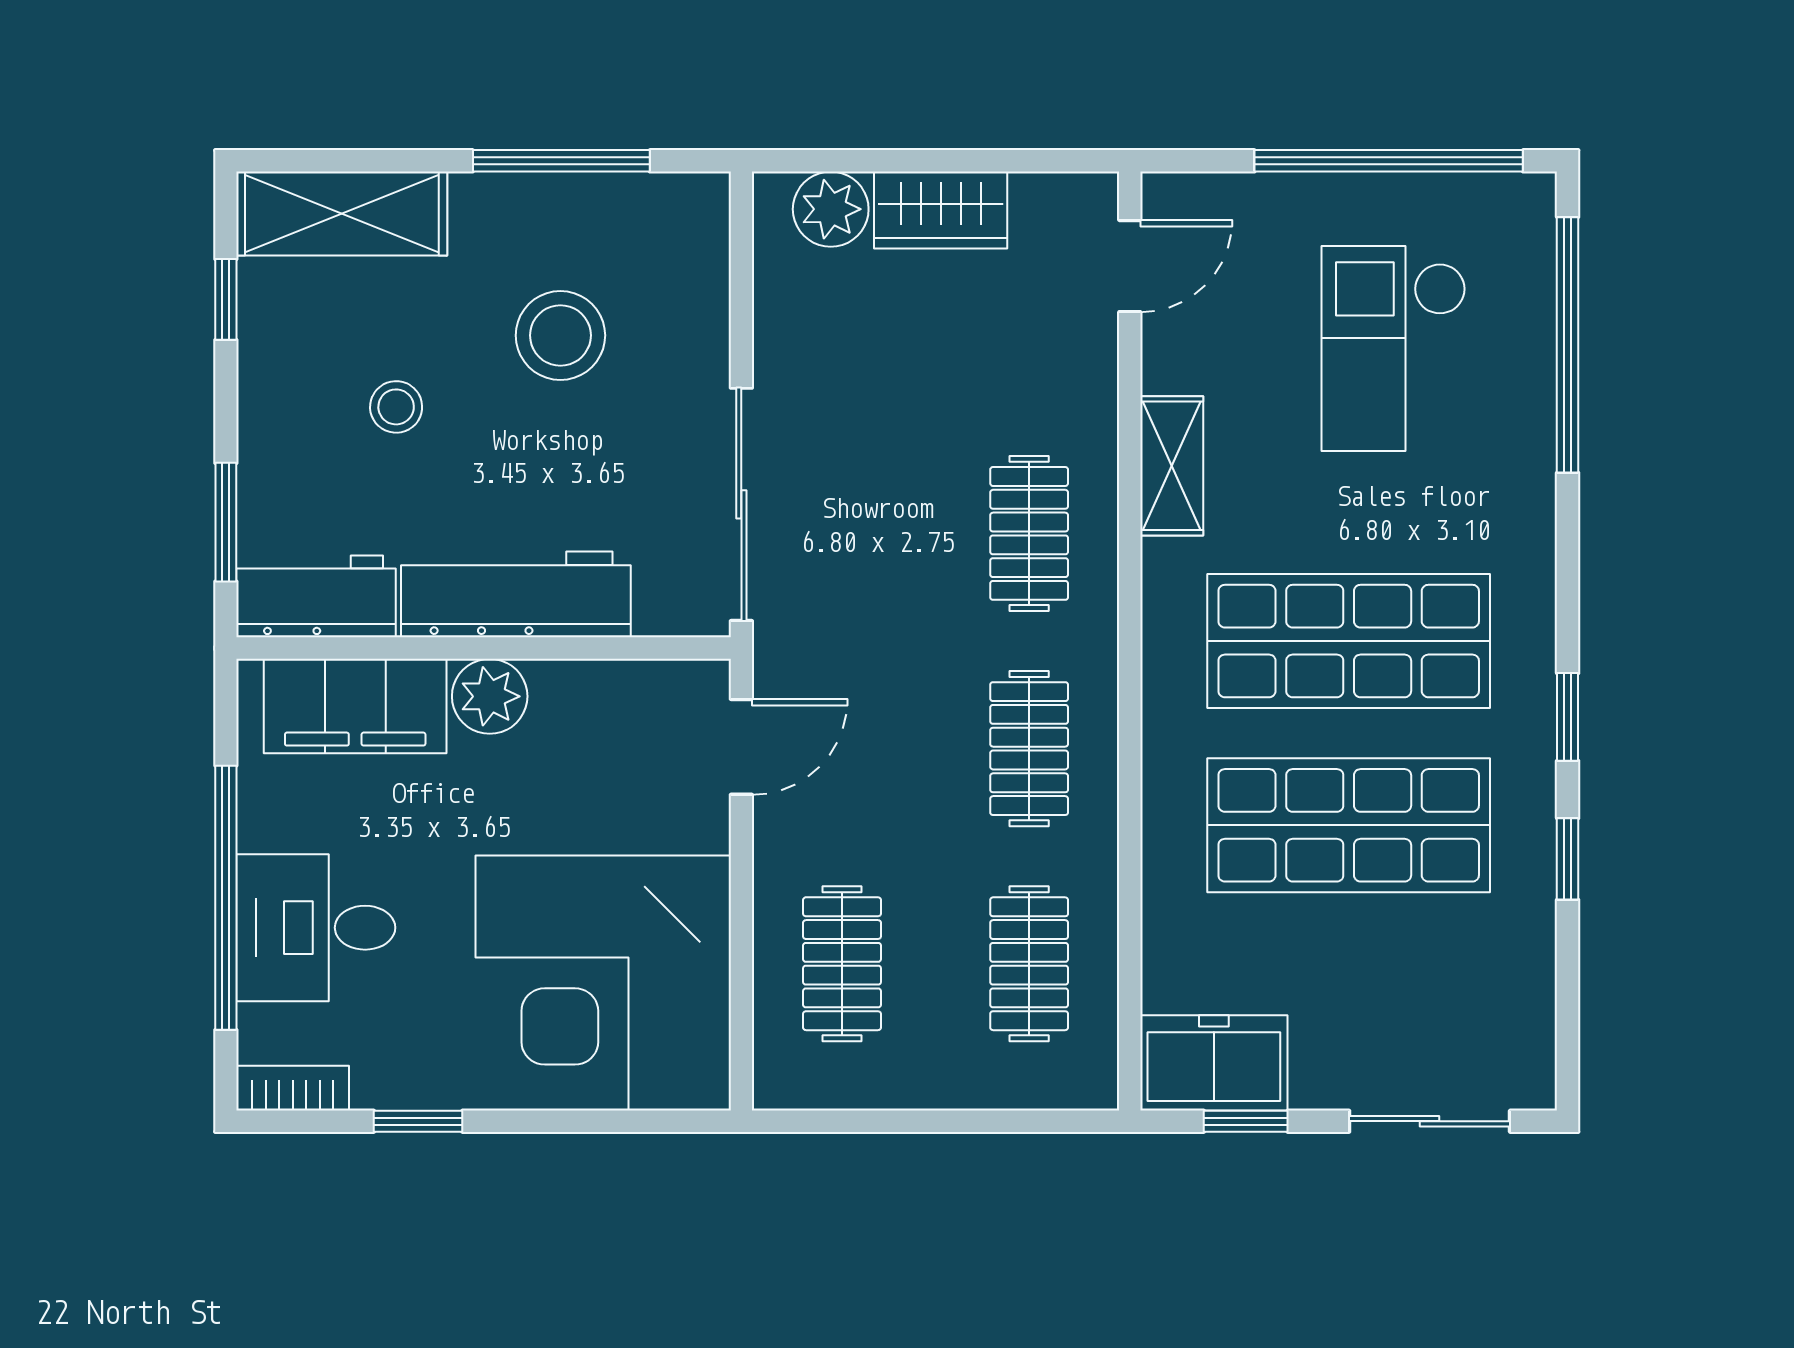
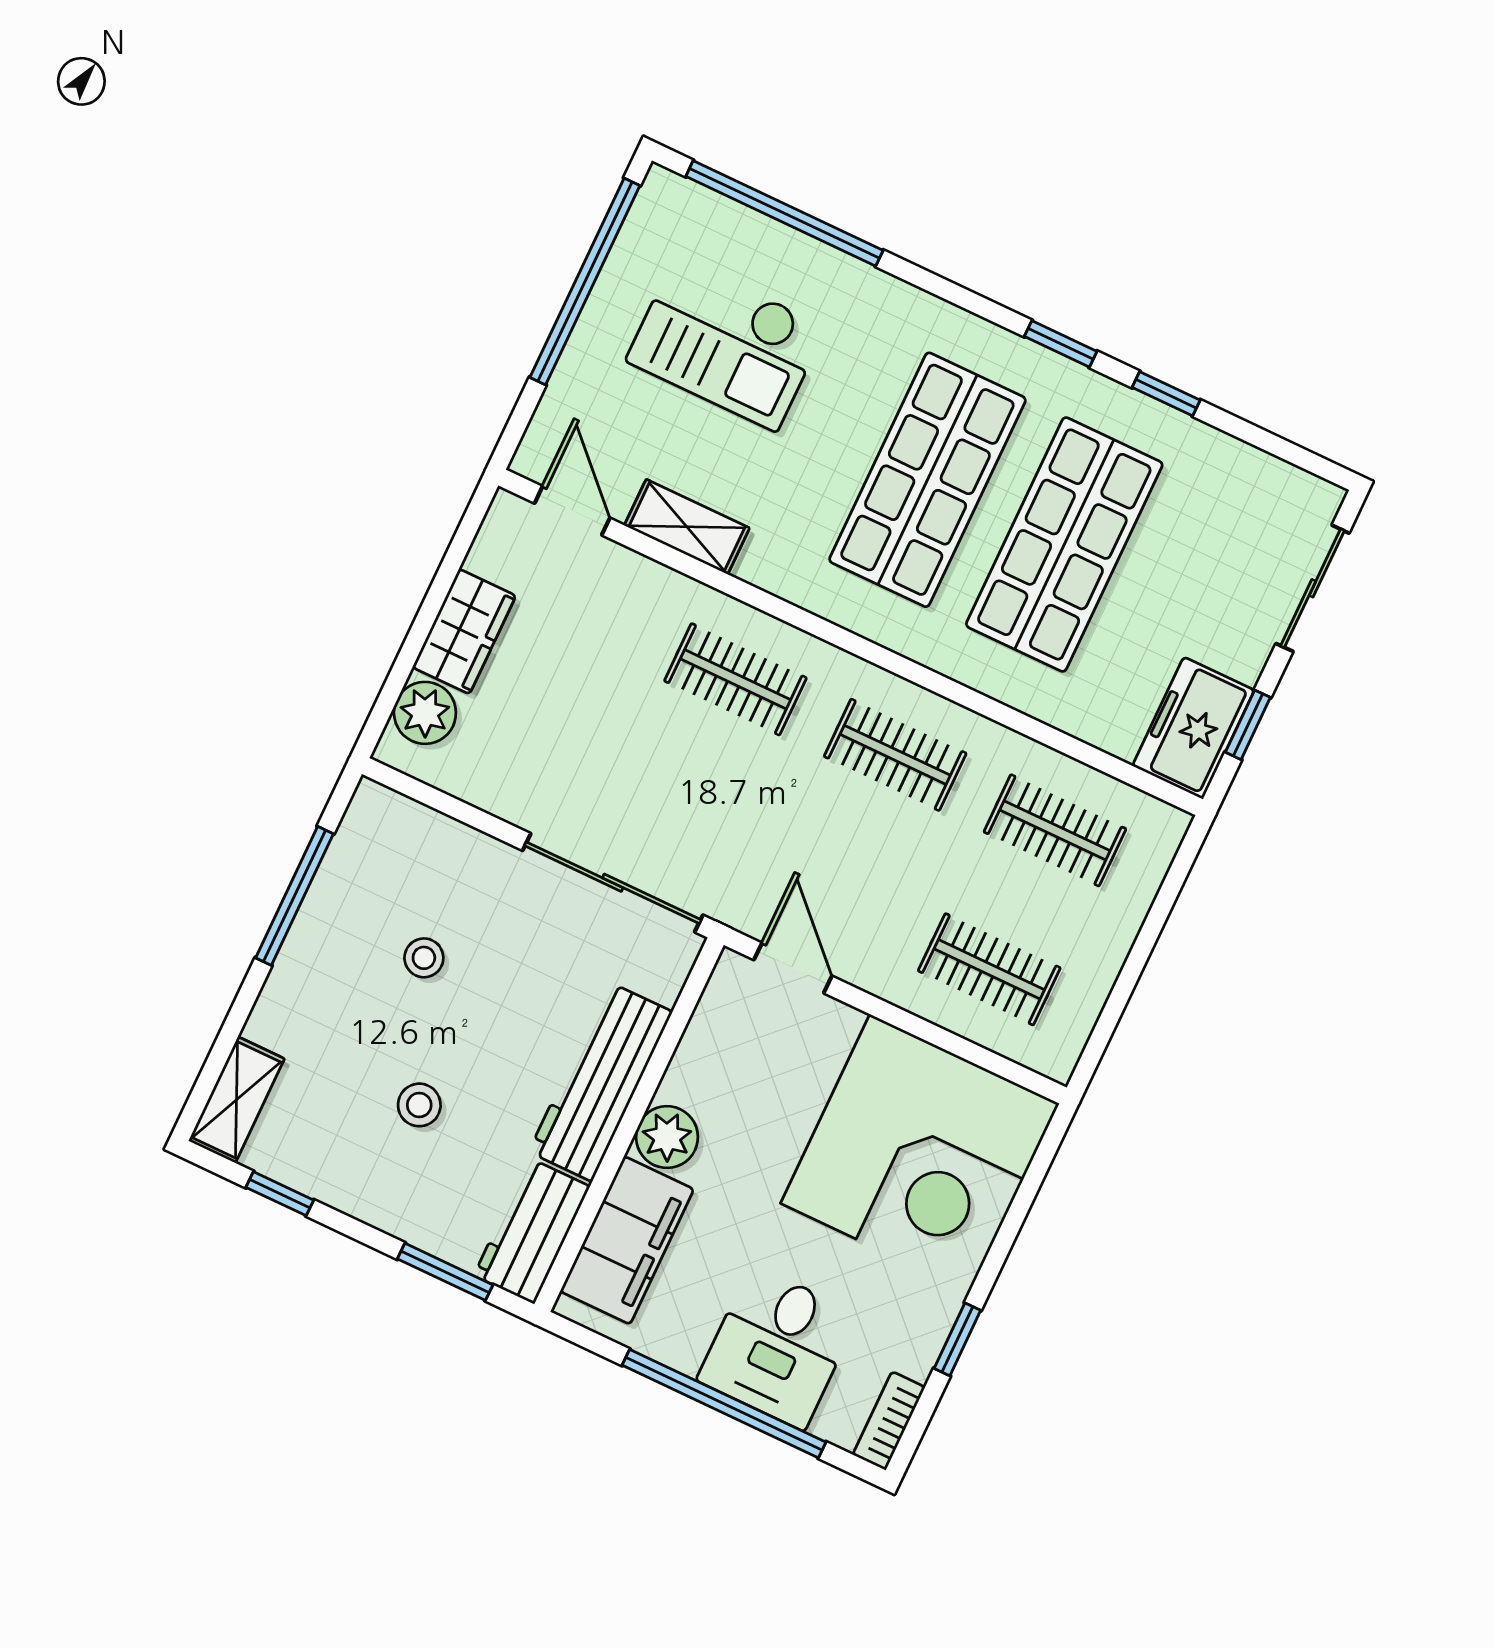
shelving: (342, 214) -> (236, 1100), width x0.67, depth x0.75
stool: (560, 335) -> (424, 958), width x0.53, depth x0.53
shelving: (1172, 466) -> (687, 527), moved

